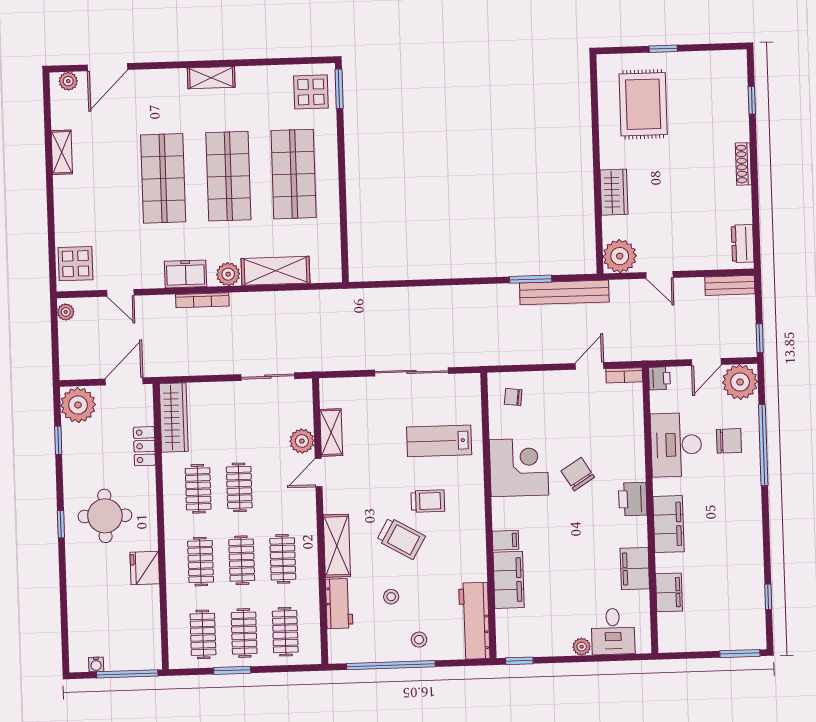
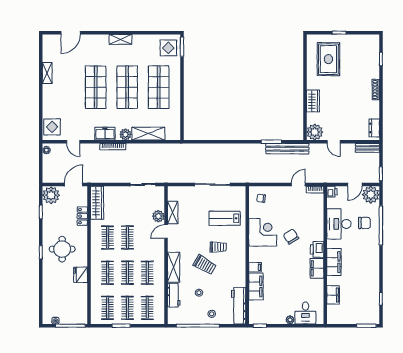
plant: (68, 81) -> (51, 39), removed
filing cabinet: (635, 569) -> (317, 268), moved

